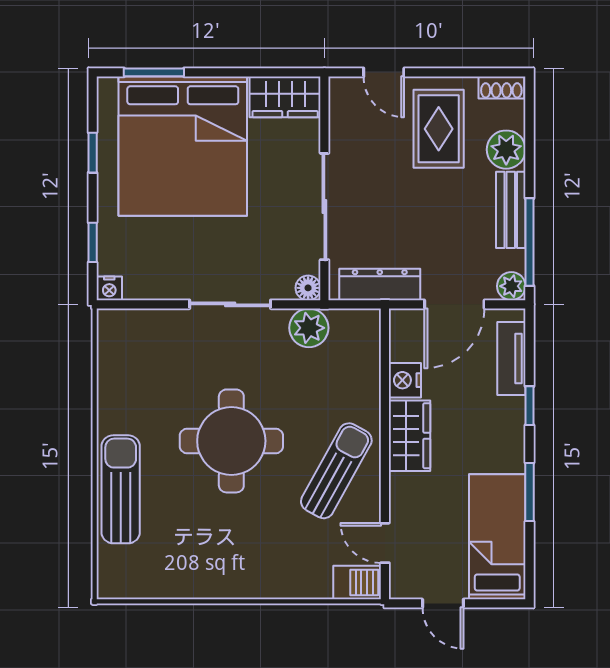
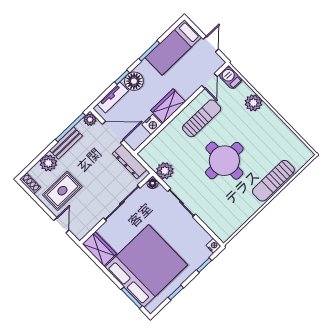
floor lamp: (504, 419) -> (134, 81), added
sun lounger: (336, 471) -> (202, 118), turned 151
plant: (280, 580) -> (253, 103), added

